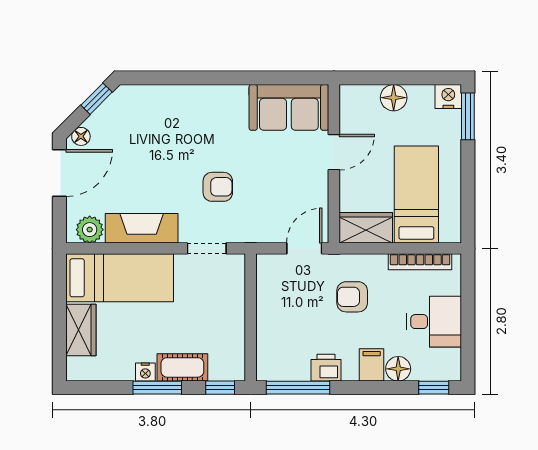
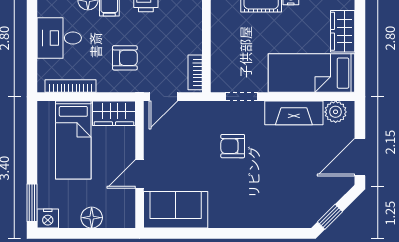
floor lamp: (81, 136) -> (343, 187), removed
bookcase: (265, 279) -> (195, 72), added

